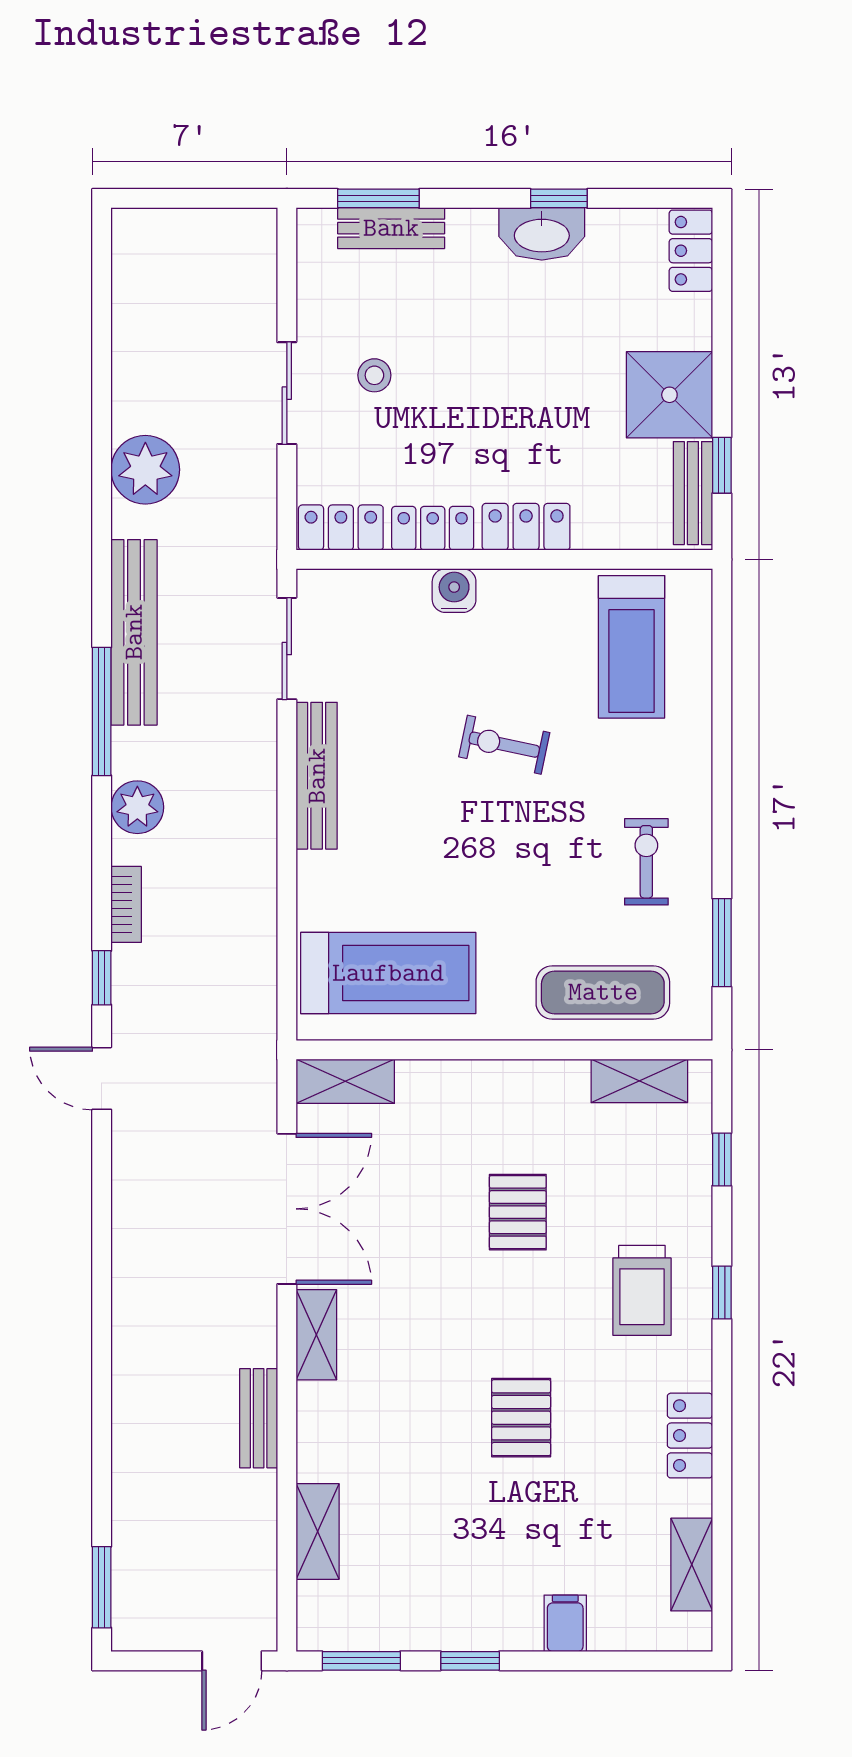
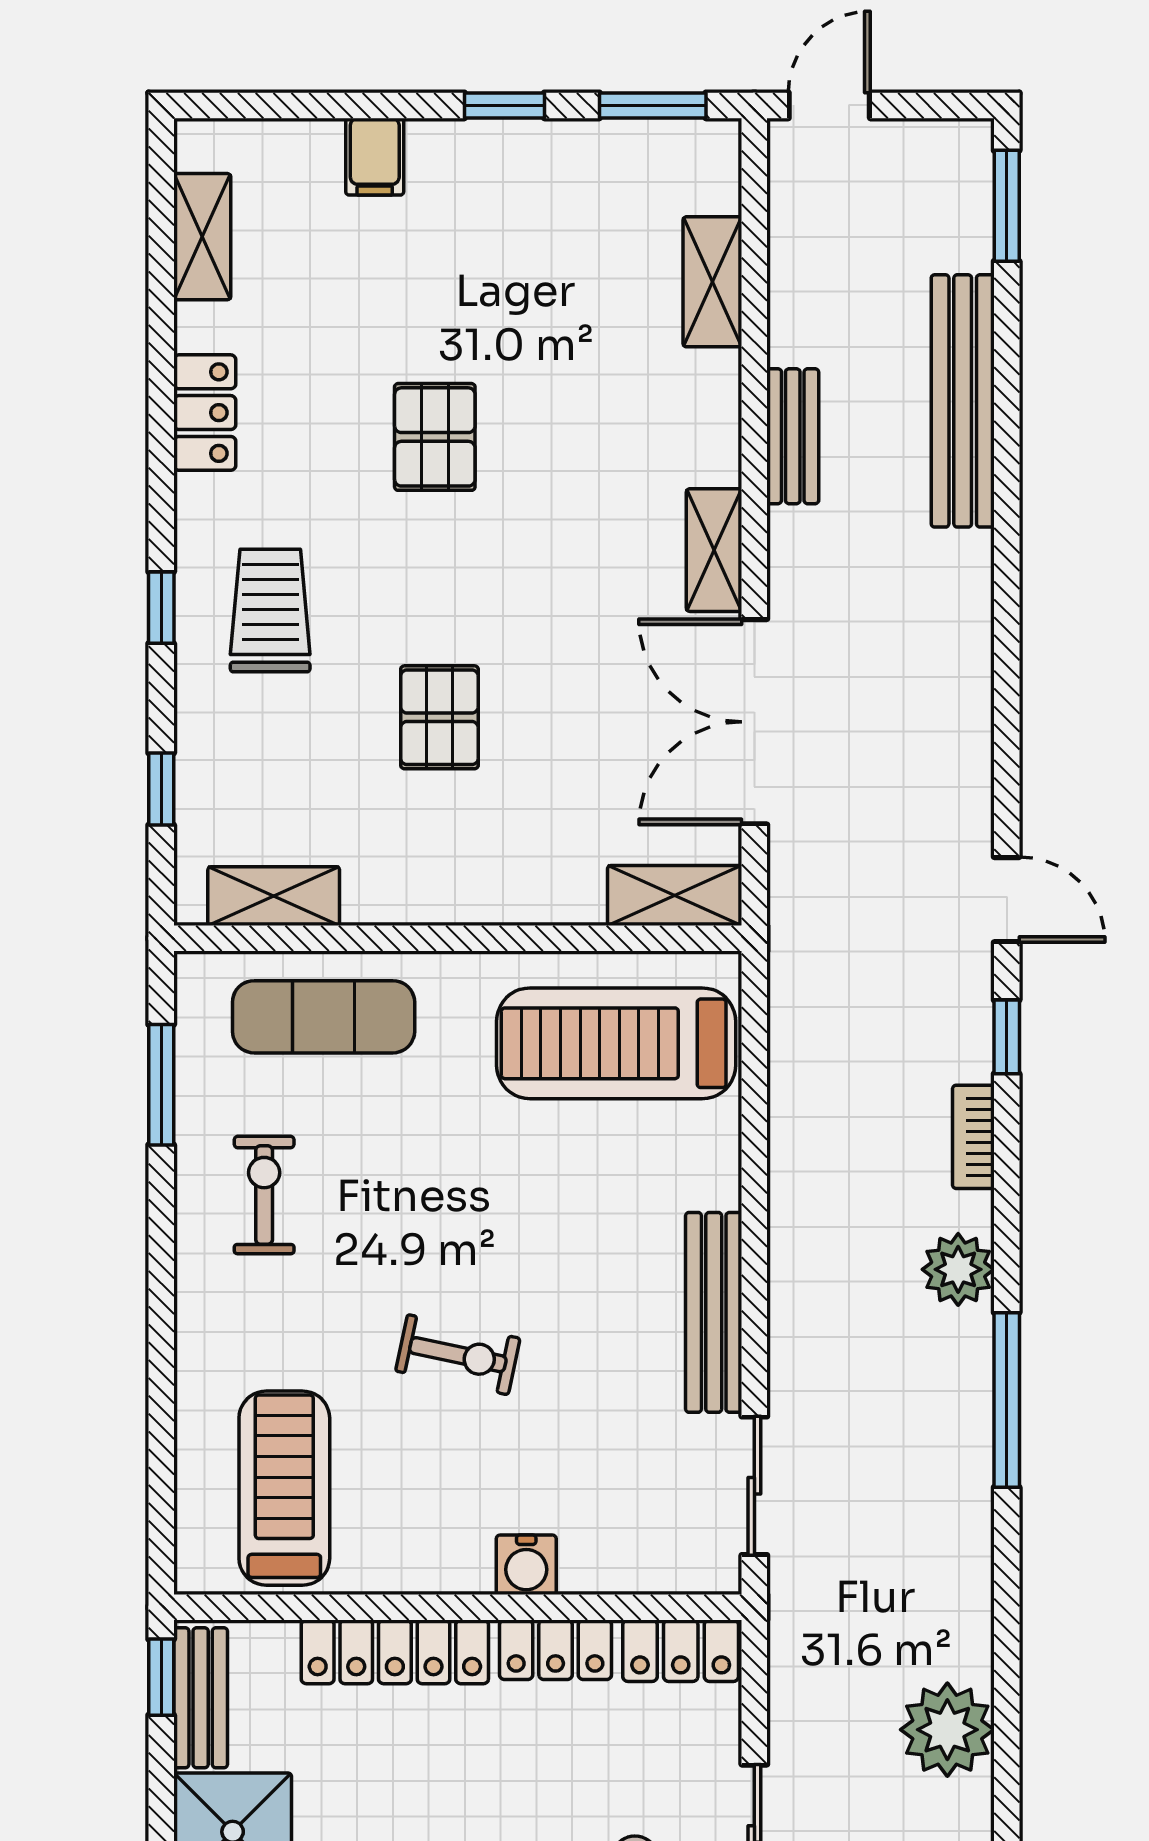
window: (722, 465) -> (161, 1677), moved
locker: (526, 527) -> (395, 1652), width x1.53
bench: (134, 632) -> (963, 401), moved
exercise bike: (646, 862) -> (264, 1195), turned 180

